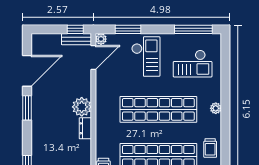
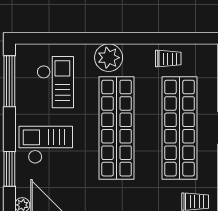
plant: (216, 108) -> (109, 58), width x1.87, depth x1.87

